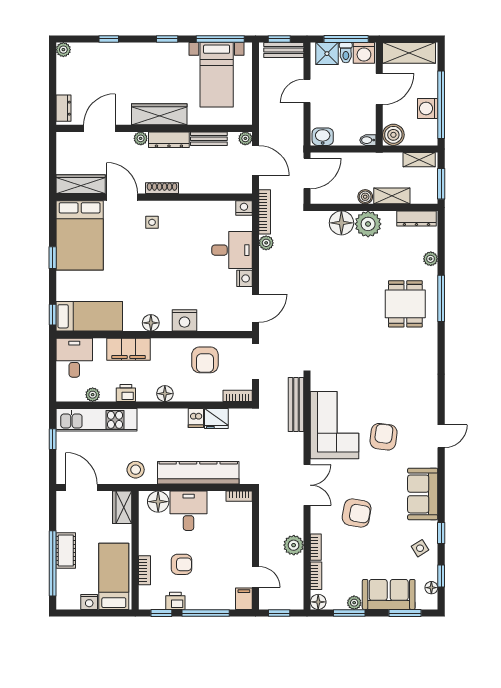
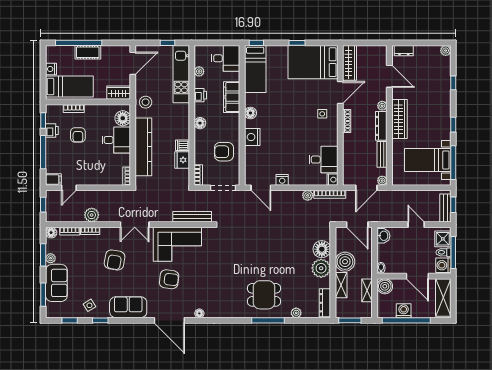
shelving: (419, 160) -> (367, 290), moved
boiler: (365, 197) -> (345, 262), width x1.86, depth x1.86
desk: (232, 250) -> (323, 160), moved, turned -90
door: (441, 436) -> (169, 320), width x1.88
floor lamp: (431, 588) -> (199, 313), moved

